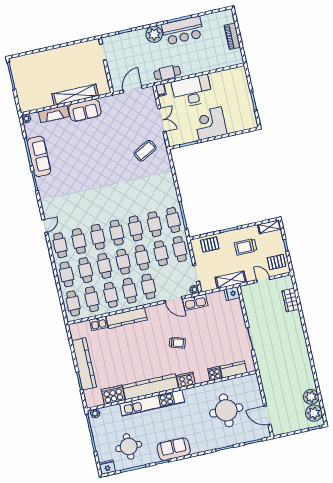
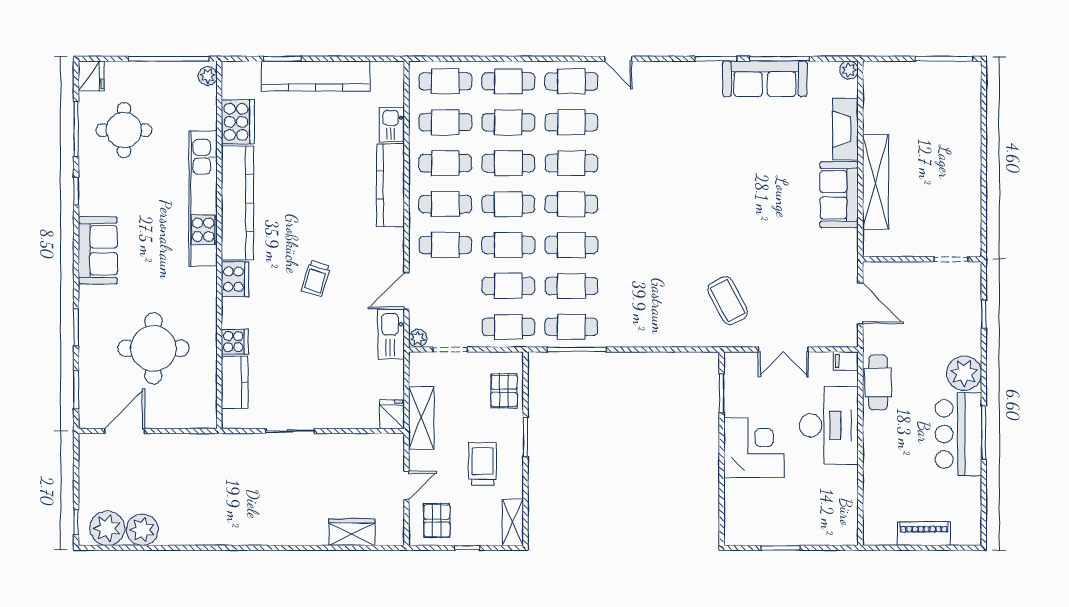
sofa: (174, 449) -> (98, 250), moved

